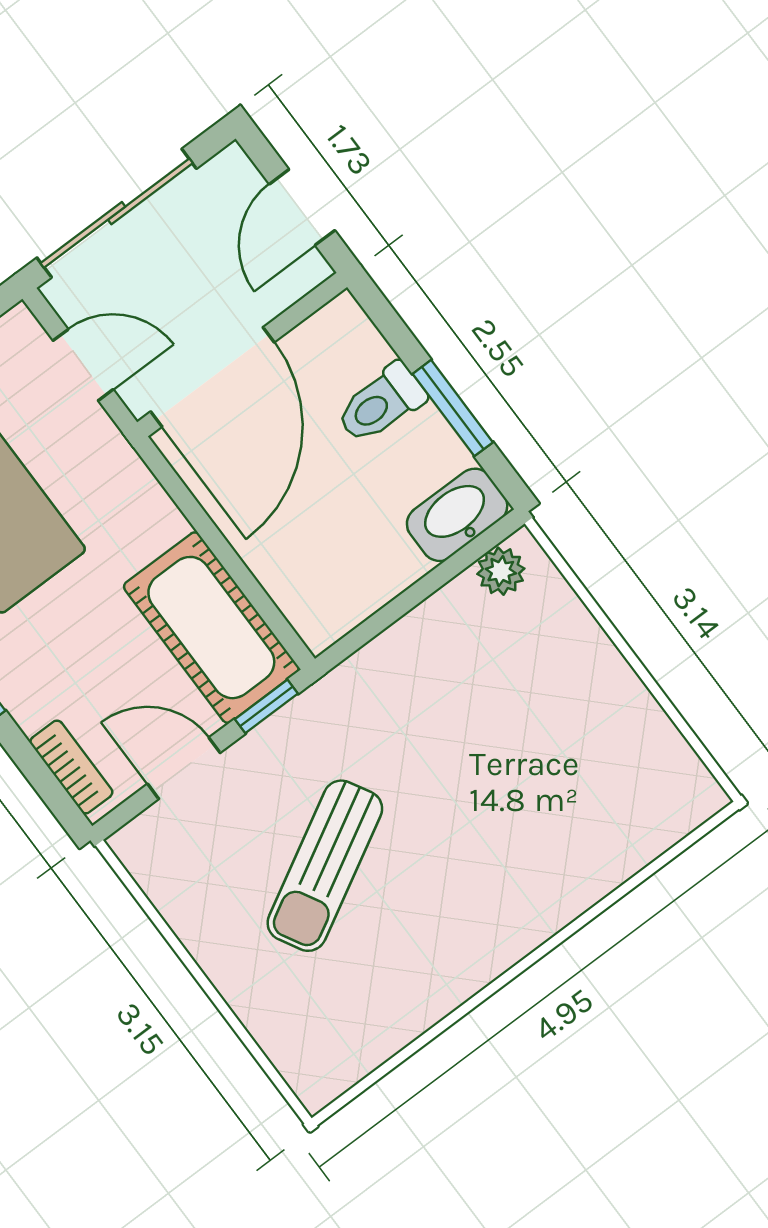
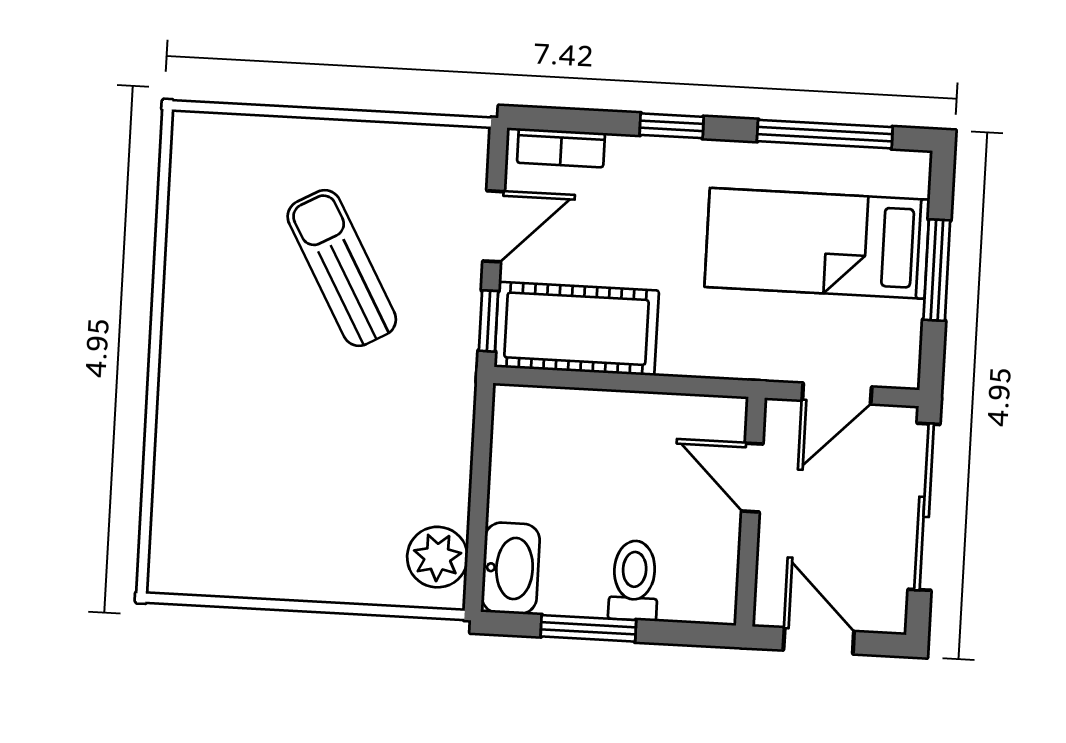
door: (212, 377) -> (752, 478), width x0.53
plant: (501, 571) -> (437, 557), width x1.38, depth x1.38

